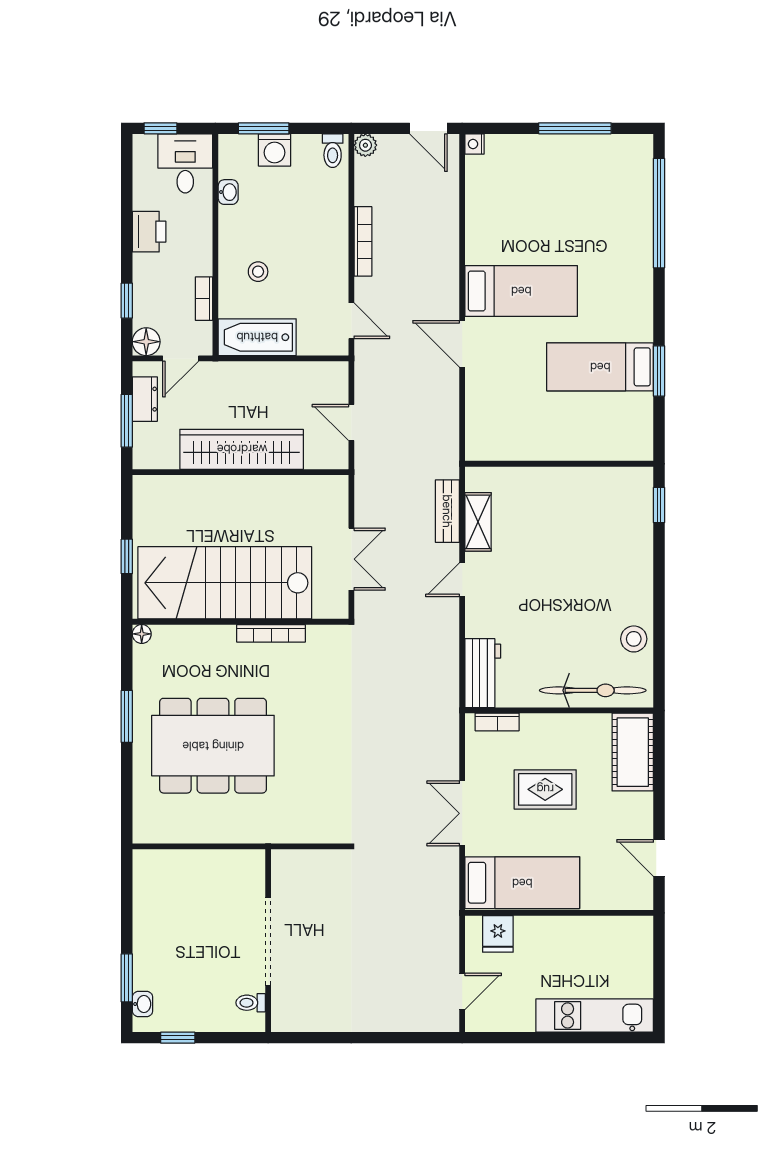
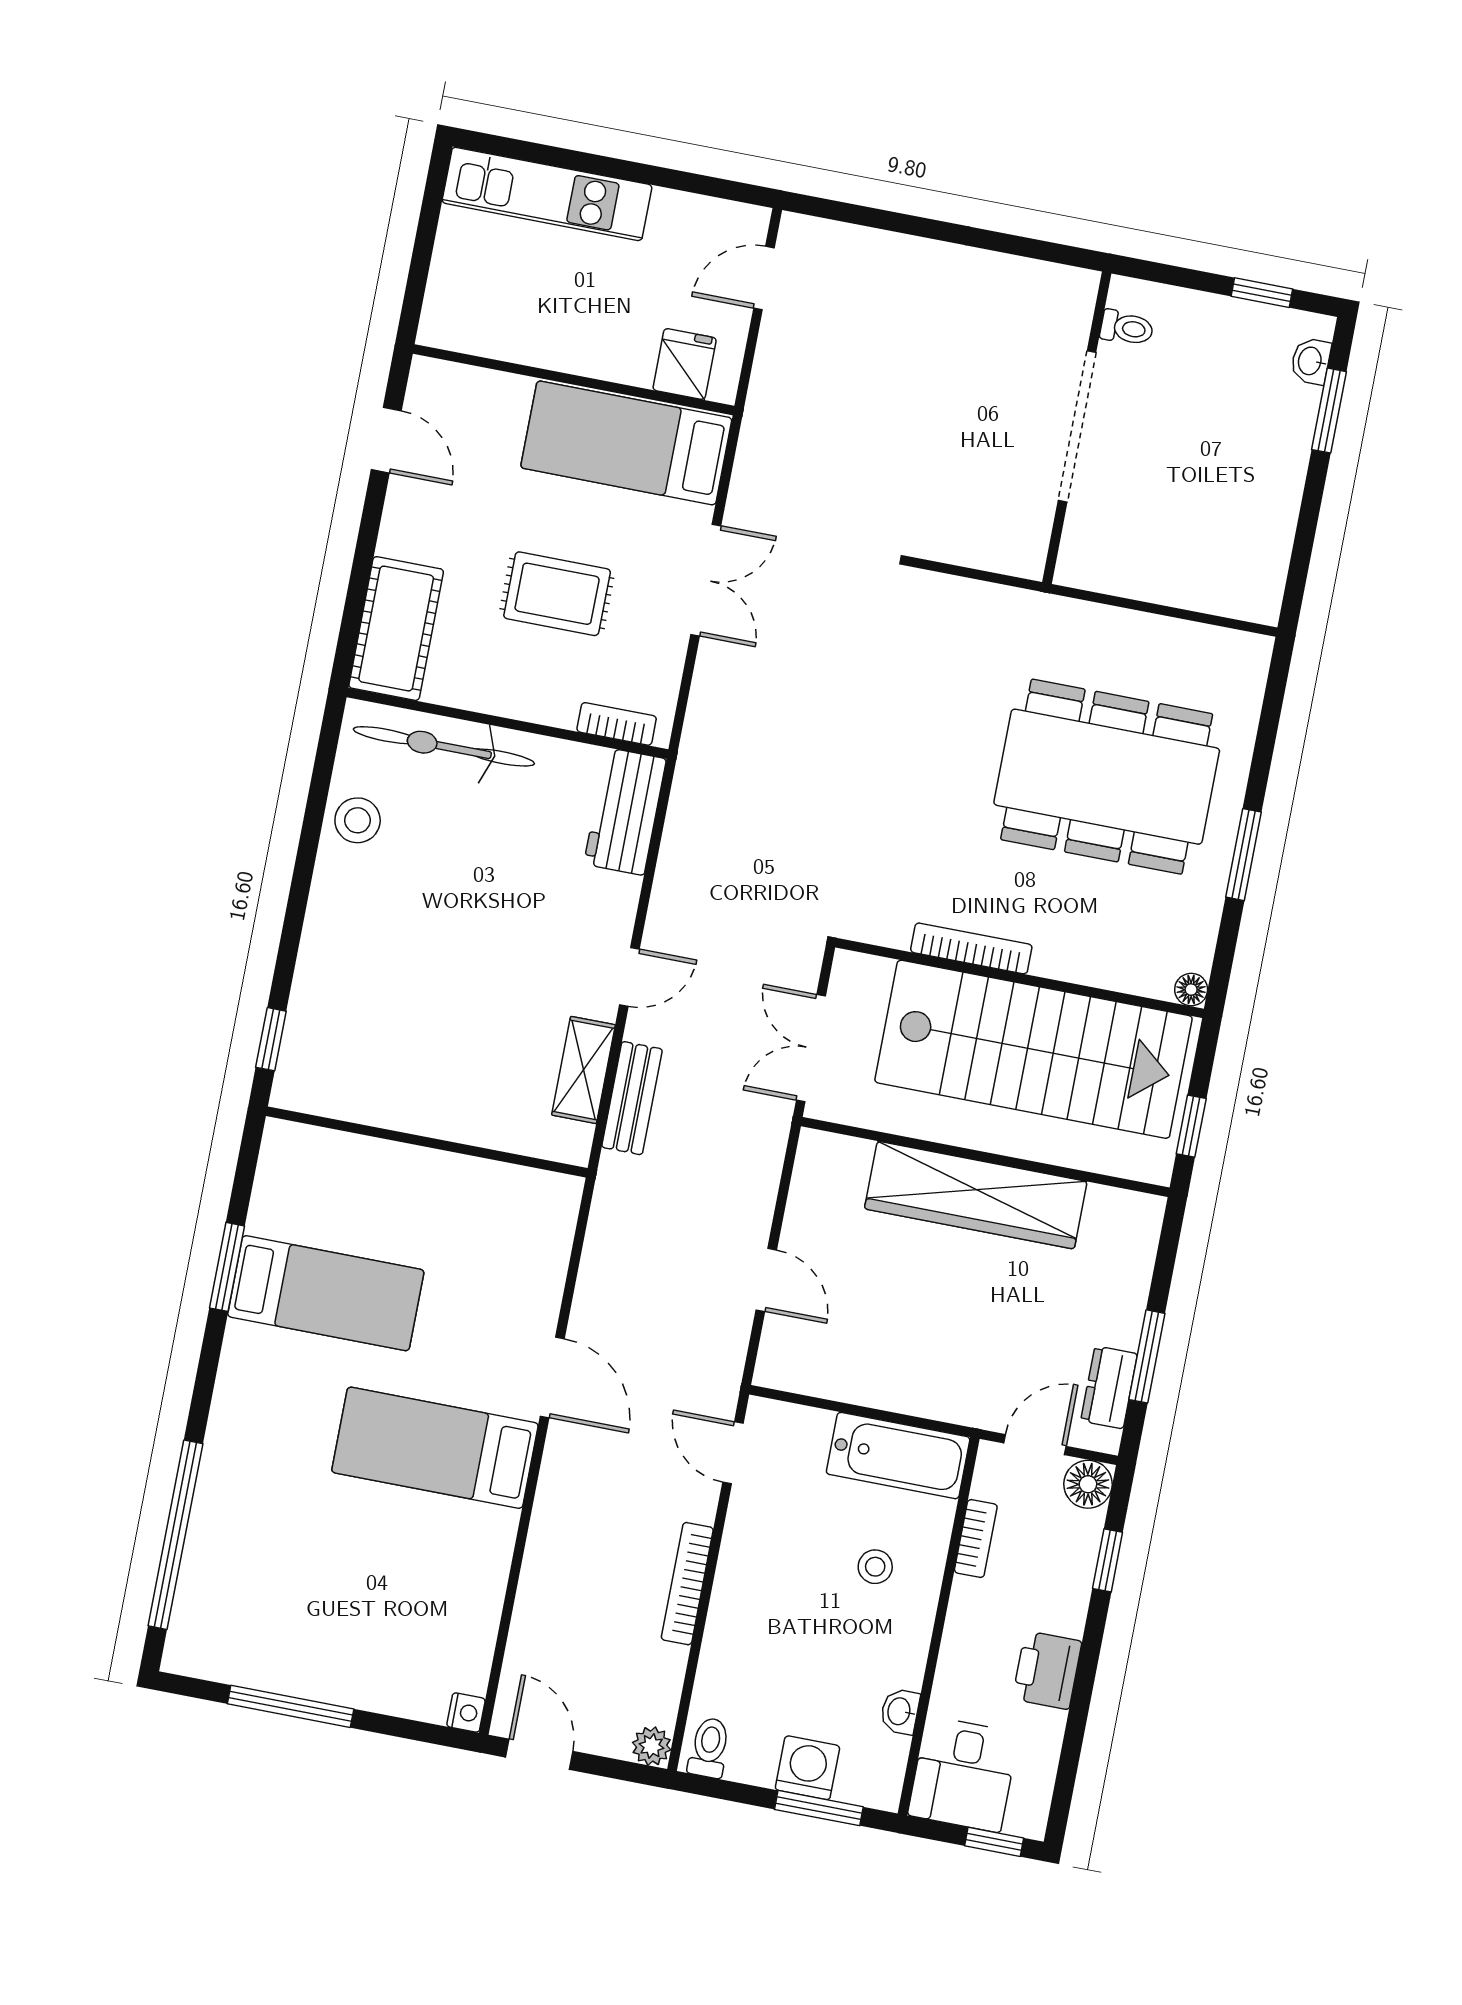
wardrobe: (242, 449) -> (976, 1195), moved
wall: (240, 472) -> (985, 1157), moved

